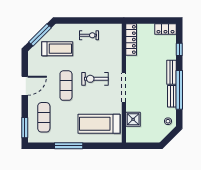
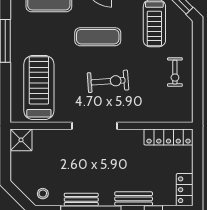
bench: (171, 72) -> (134, 199), moved
exercise bike: (95, 79) -> (108, 81), turned 86
shower: (133, 119) -> (21, 140), moved

